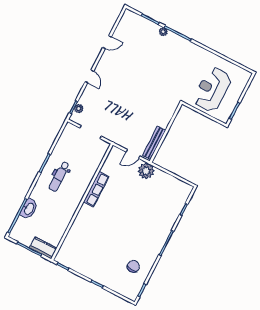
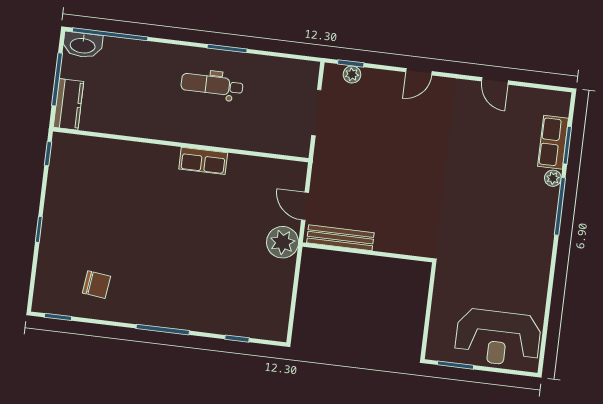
row of seats: (146, 25) -> (553, 142), added
reception desk: (212, 89) -> (498, 338), moved, turned 180
row of seats: (96, 189) -> (203, 161), width x0.68
washbasin: (29, 209) -> (83, 45), moved

